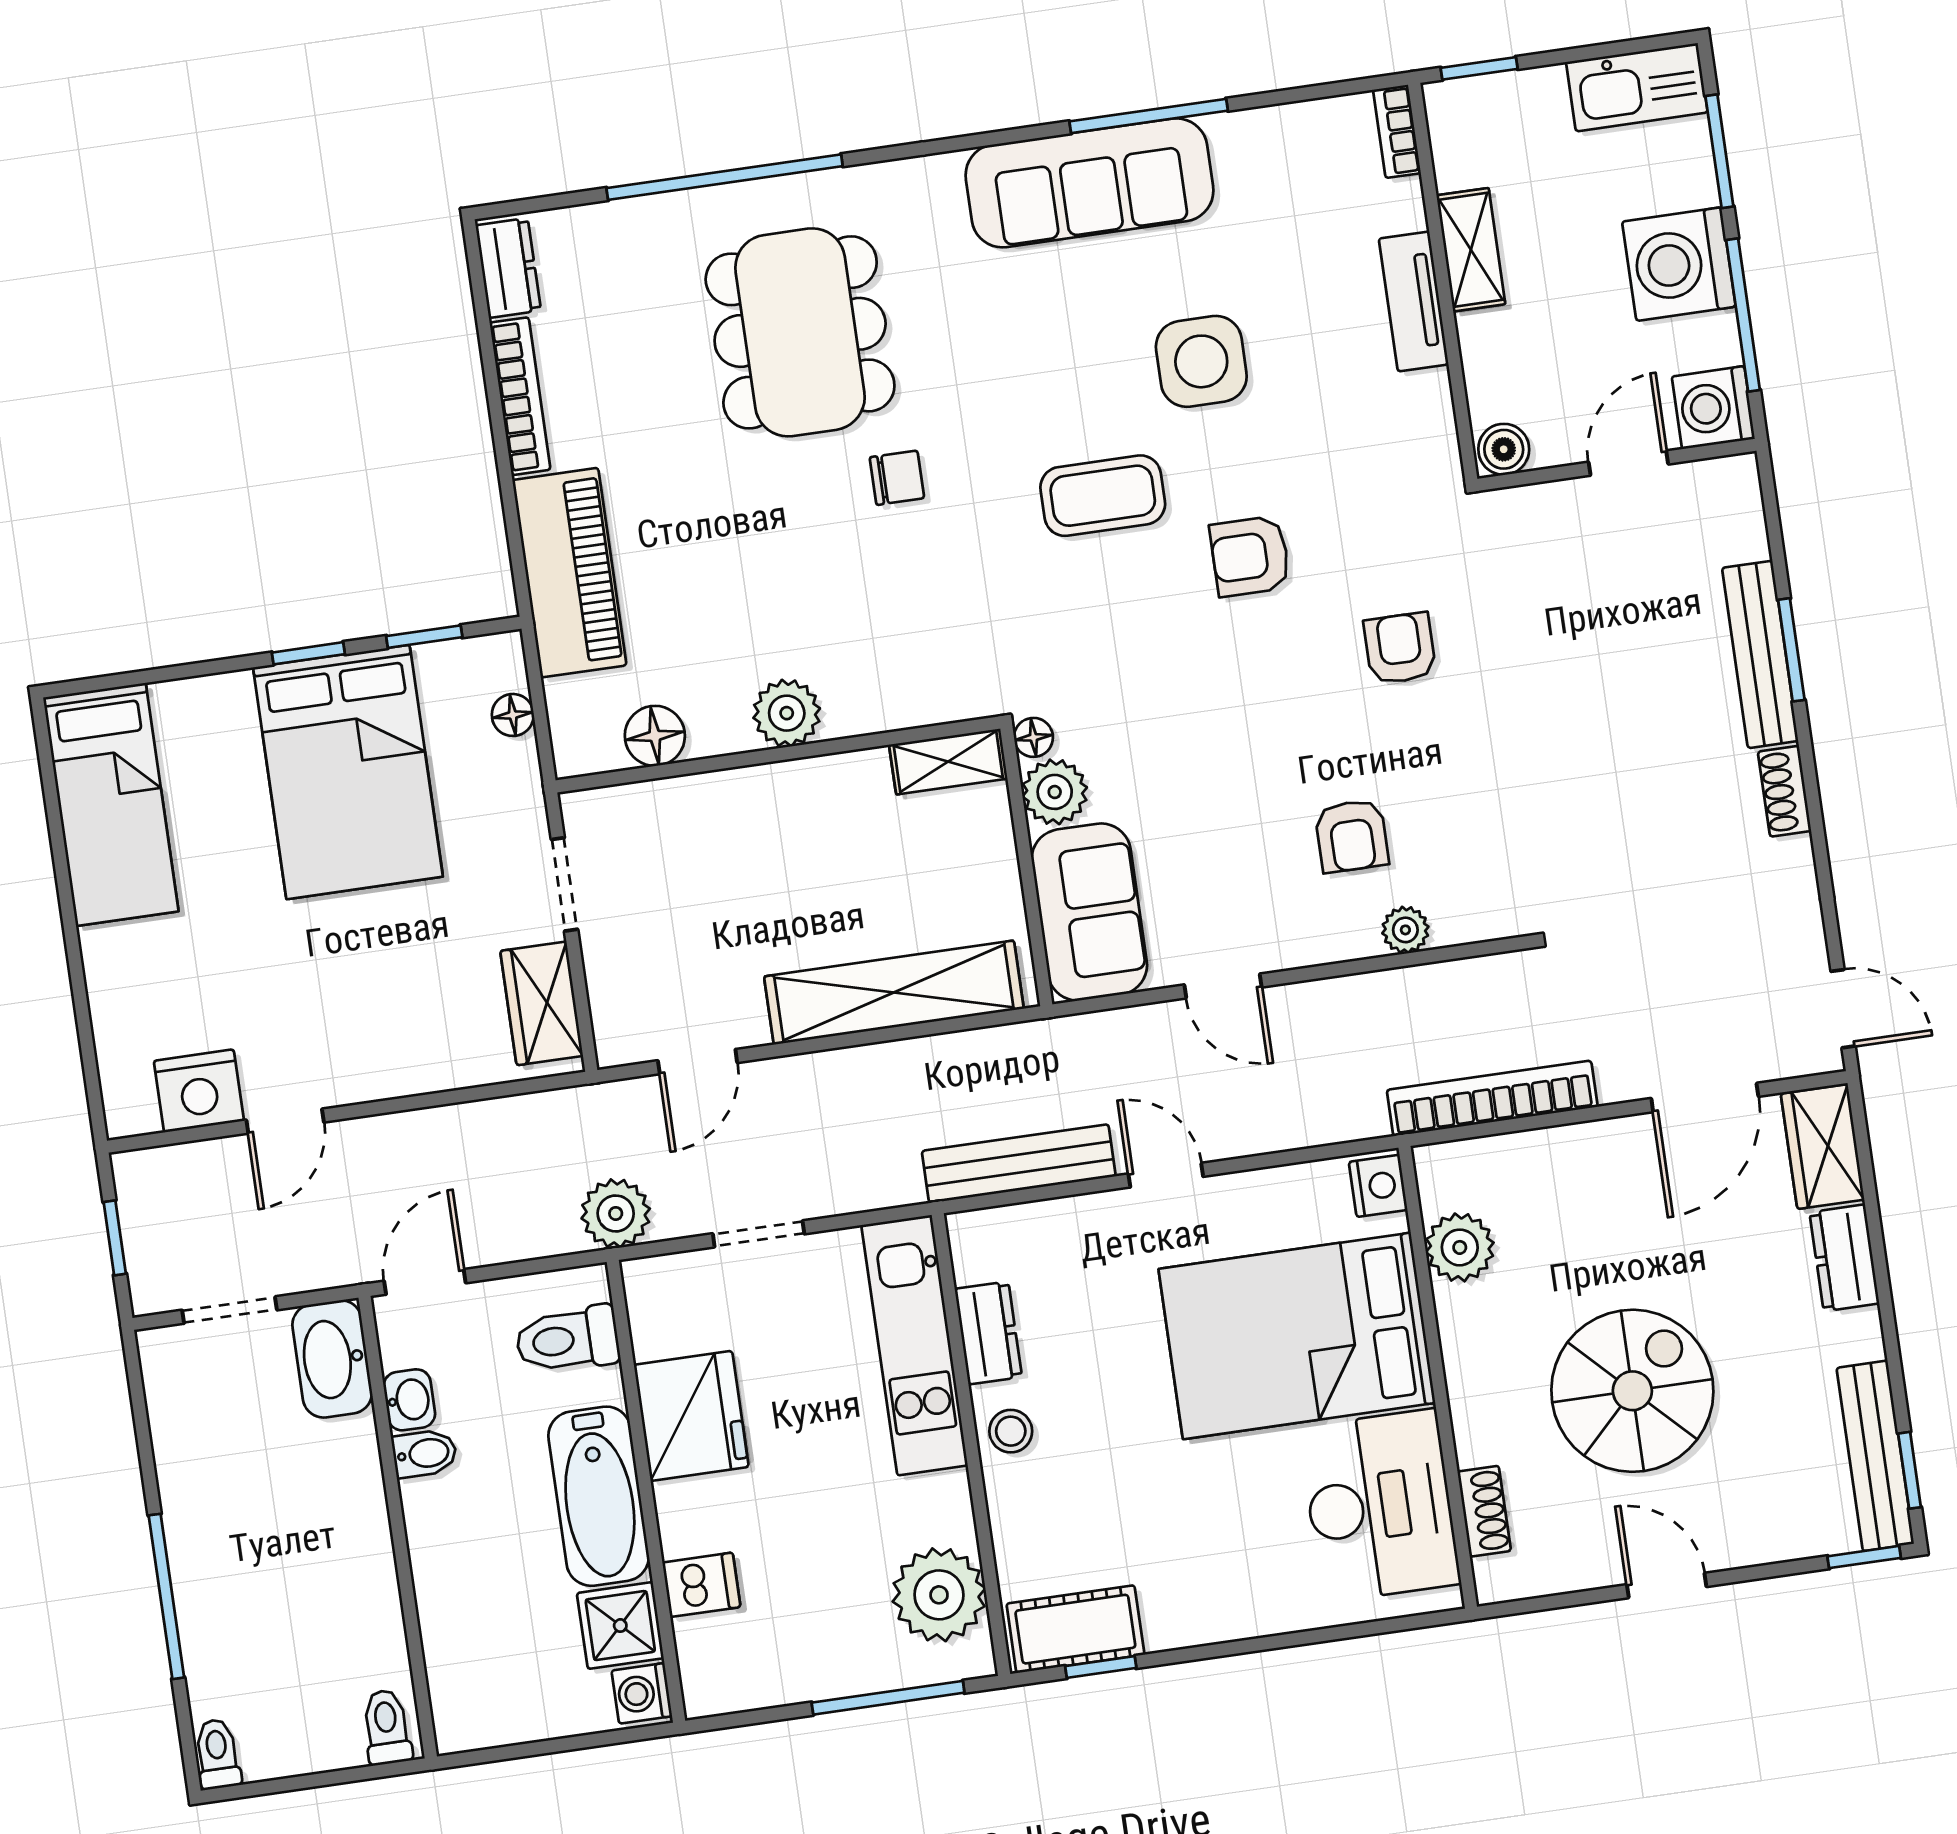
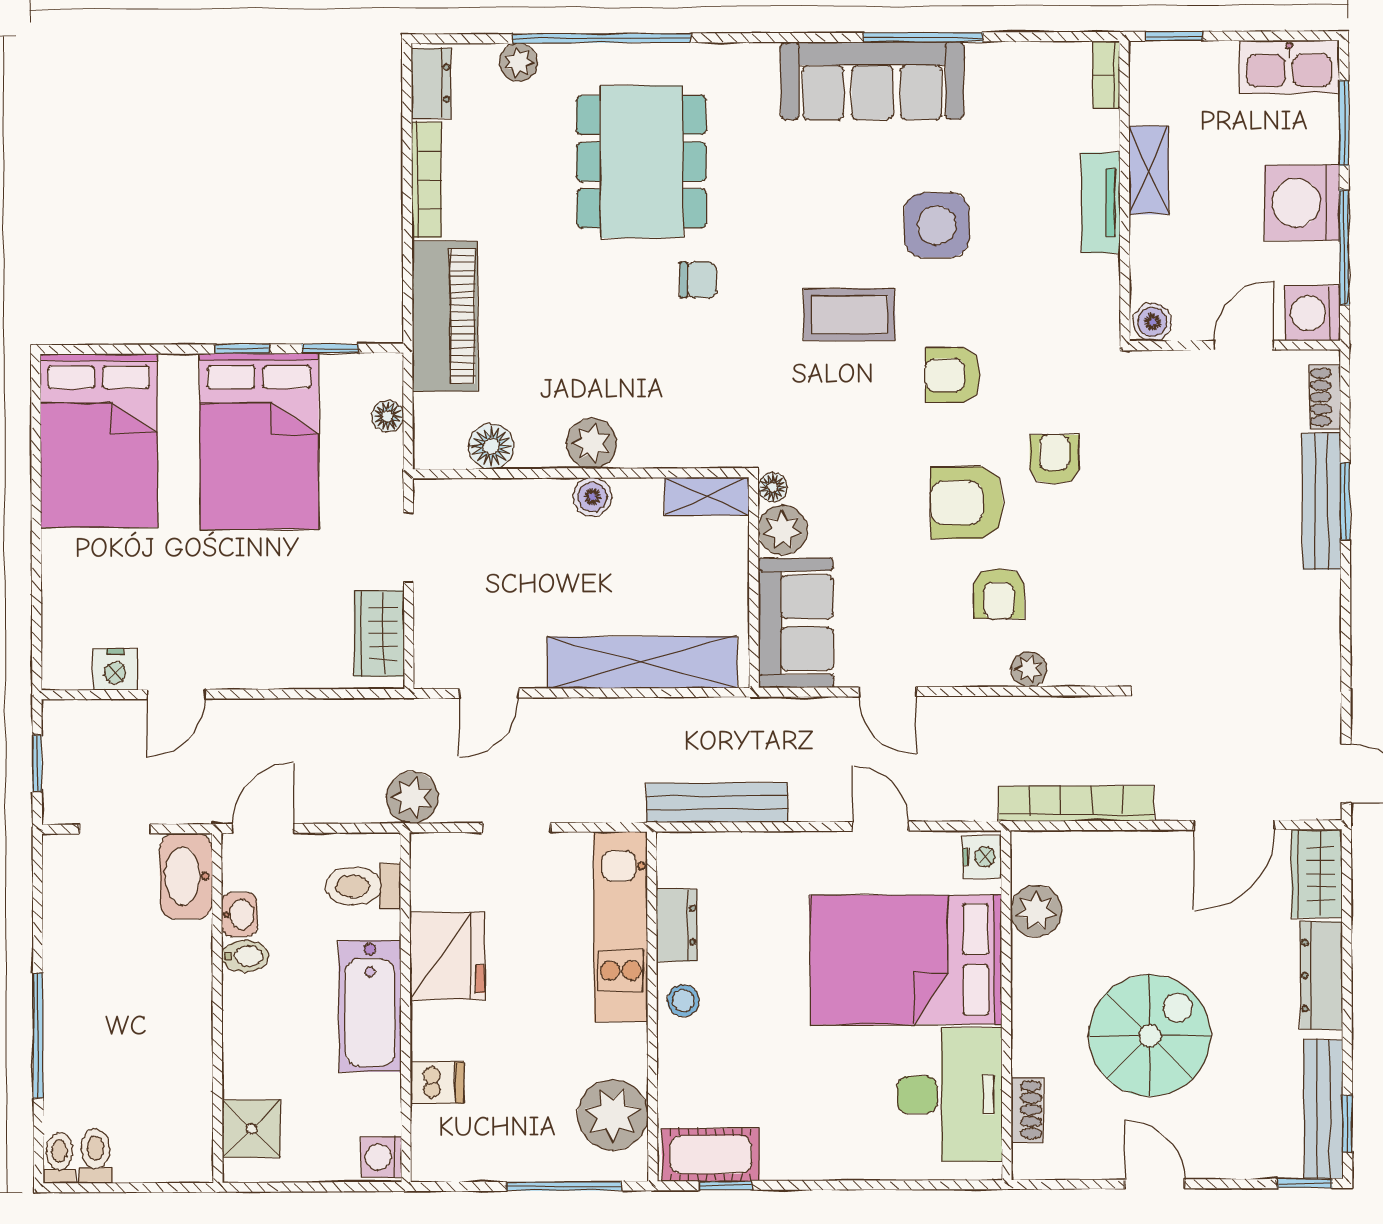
plant: (620, 224) -> (519, 62), added
armchair: (1293, 722) -> (967, 503), added
boiler: (798, 784) -> (592, 497), added
shoe rack: (1785, 791) -> (1325, 397), moved
bed: (111, 804) -> (99, 441), width x1.50
nightstand: (199, 1091) -> (115, 669), width x0.74, depth x0.75
door: (1166, 1175) -> (881, 826), moved
dresser: (1844, 1258) -> (1321, 975), width x1.44
shower: (620, 1626) -> (251, 1129), moved
toilet: (387, 1727) -> (96, 1156), moved

